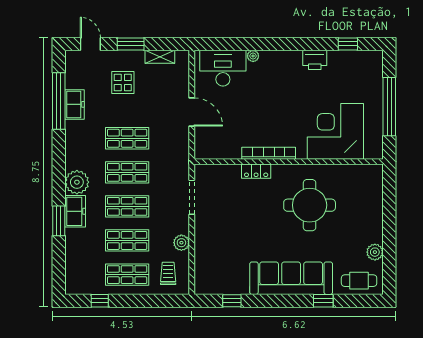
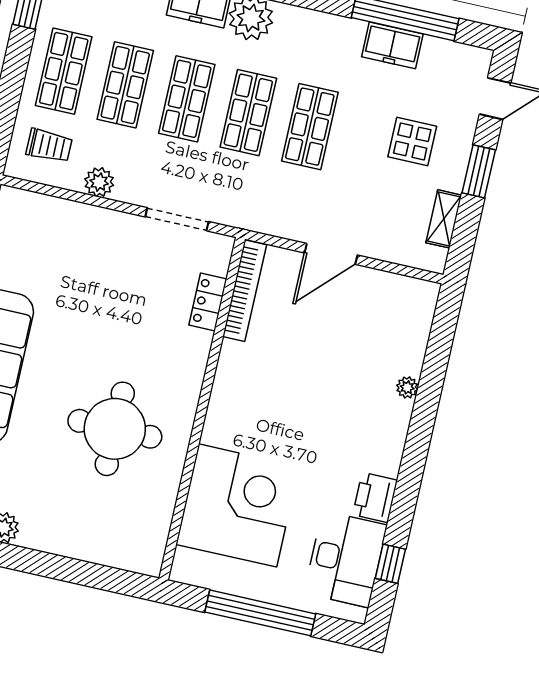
desk: (223, 68) -> (345, 559), moved
bookcase: (269, 153) -> (245, 291), moved
locker: (256, 171) -> (208, 302), moved

